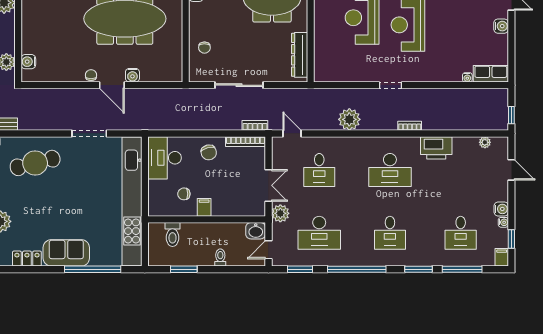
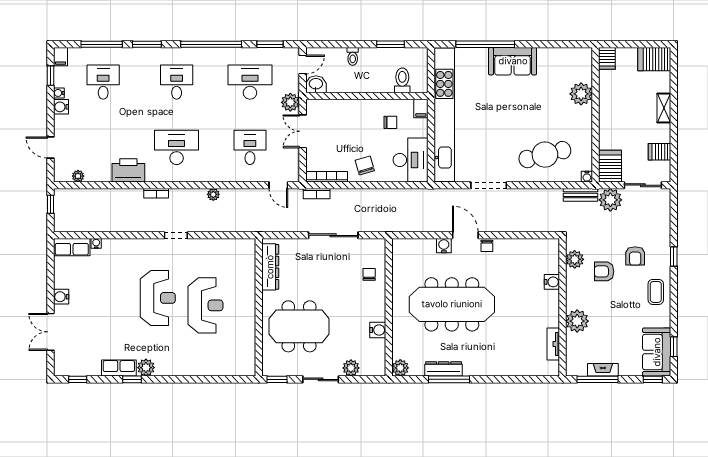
water cooler: (28, 62) -> (552, 282), moved
plant: (349, 119) -> (213, 194), width x0.53, depth x0.53
filing cabinet: (204, 207) -> (421, 108), moved
locker: (27, 259) -> (553, 55), removed

